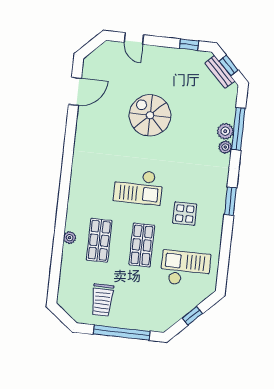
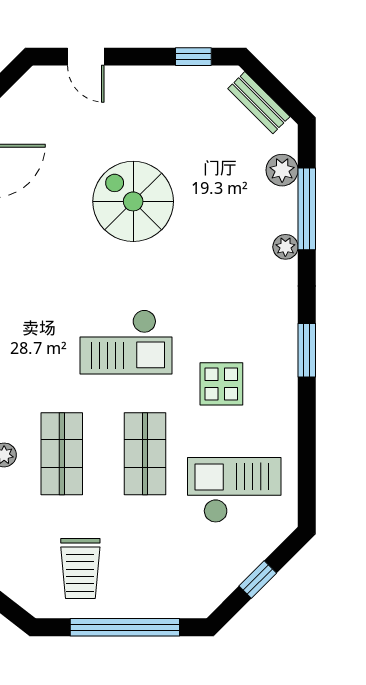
window: (229, 66) -> (274, 88), removed
plant: (225, 131) -> (282, 170), moved

